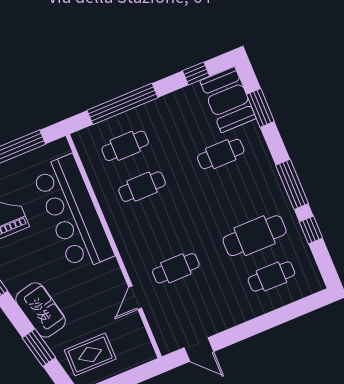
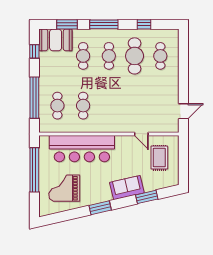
window: (292, 184) -> (104, 24), moved
cafe table: (176, 268) -> (109, 56), moved
rug: (90, 354) -> (159, 158), moved

